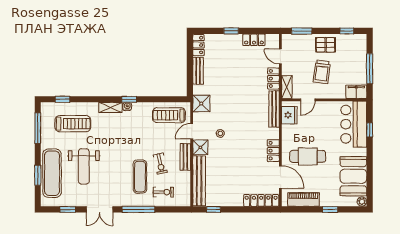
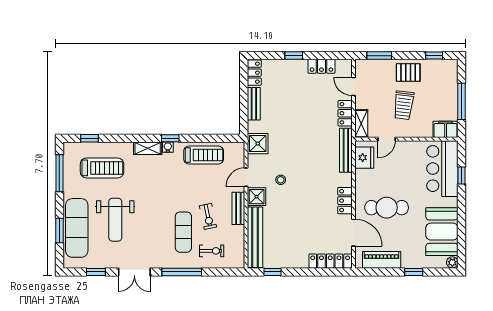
treadmill: (169, 115) -> (204, 155), moved, turned 180

